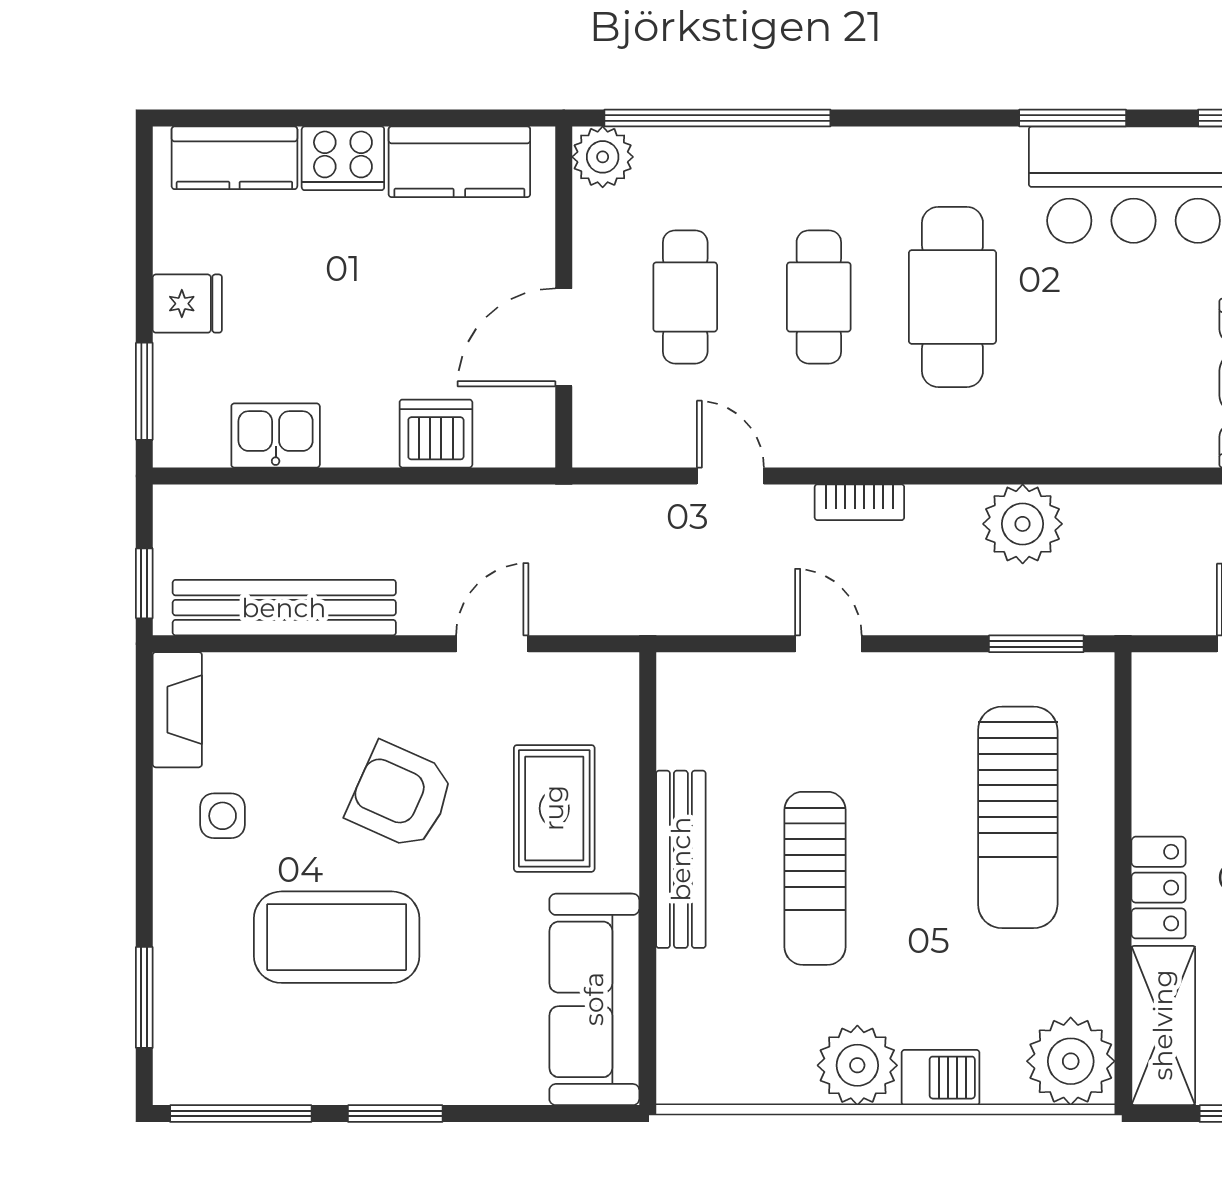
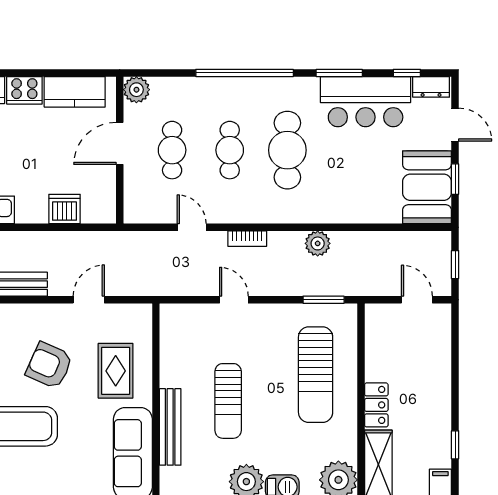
window: (717, 118) -> (245, 73), moved
door: (564, 337) -> (120, 143), moved
plant: (1023, 524) -> (318, 243), width x0.73, depth x0.73
bench: (681, 859) -> (170, 427), moved

